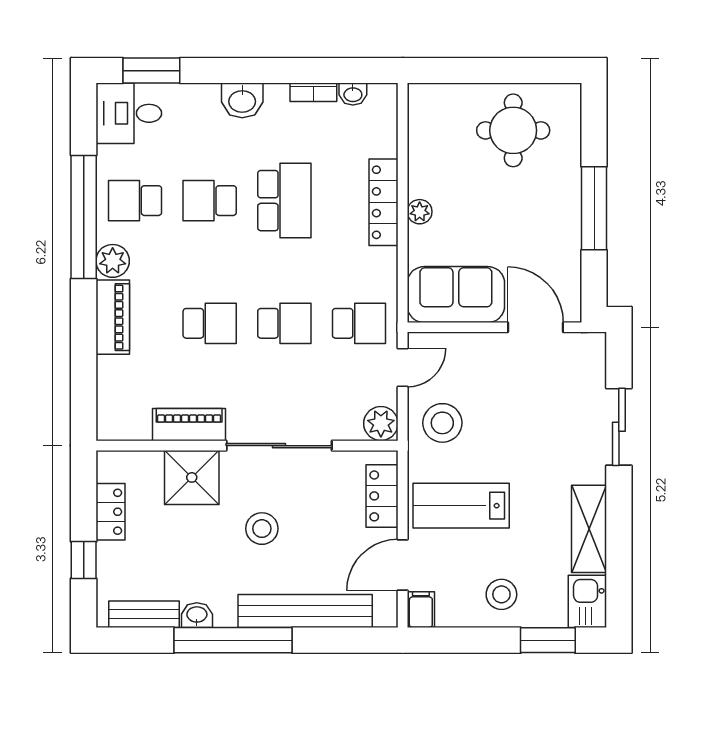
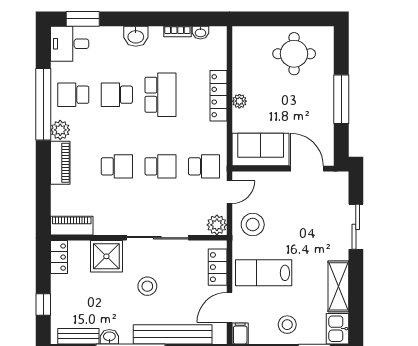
piano: (189, 425) -> (72, 226), moved
locker: (110, 512) -> (59, 257), moved

